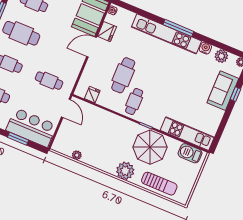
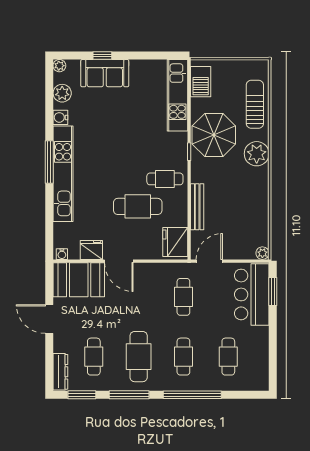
fridge: (92, 95) -> (175, 242), width x1.88, depth x1.34
bench: (106, 115) -> (197, 207), added
window: (18, 139) -> (273, 292), moved
plant: (77, 155) -> (262, 253), moved

